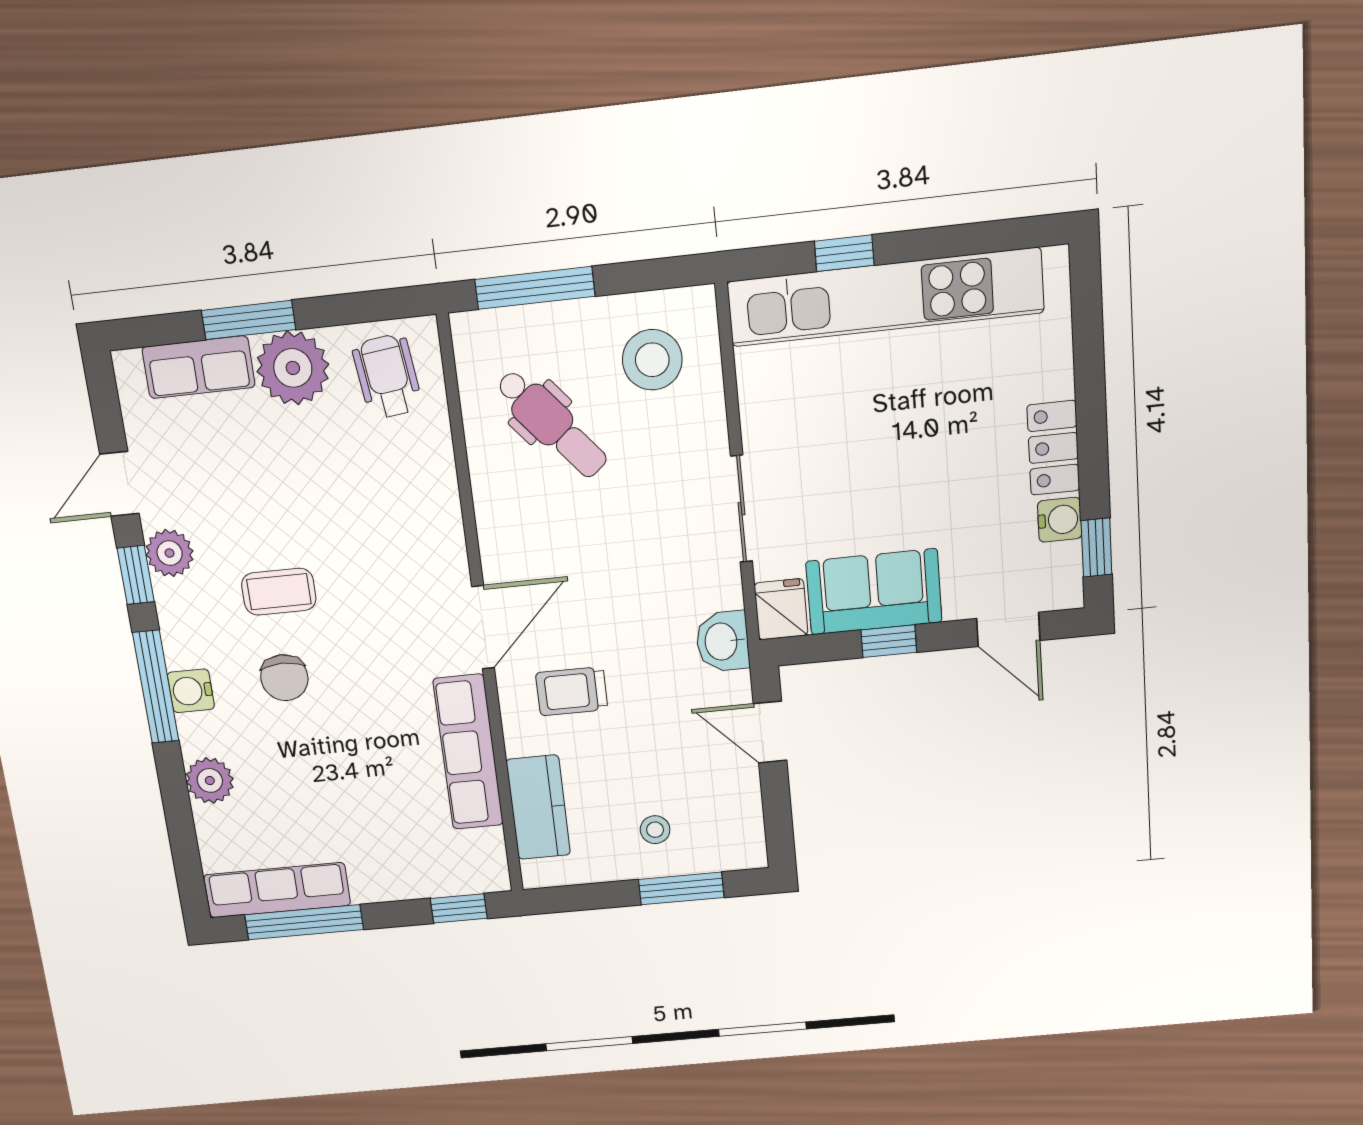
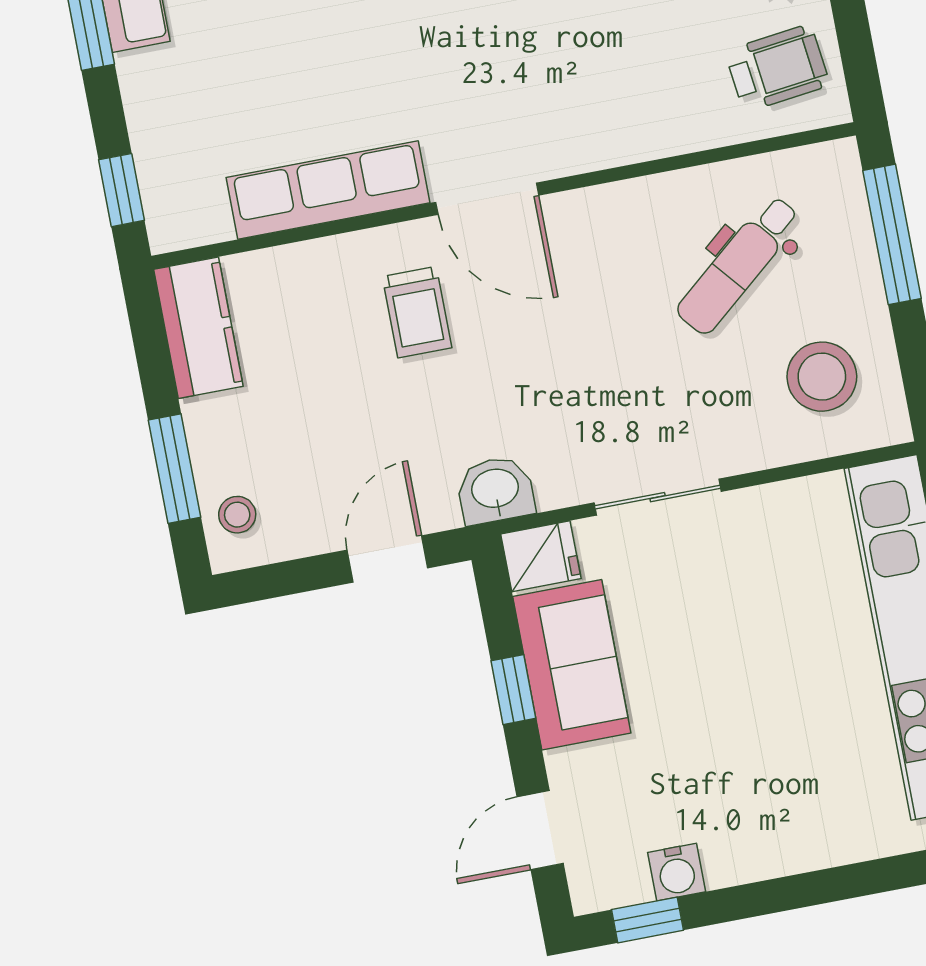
locker: (1053, 448) -> (760, 853), removed
trolley: (572, 691) -> (417, 312), turned 180
kitchen counter: (538, 807) -> (198, 328), moved, turned -90
stool: (655, 830) -> (237, 515), moved

